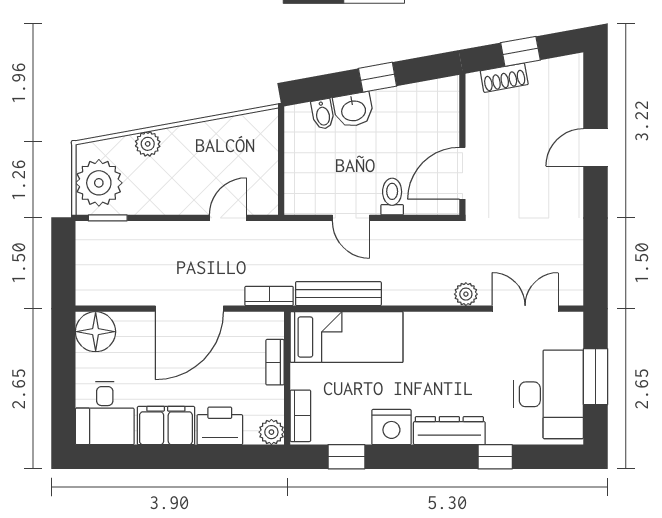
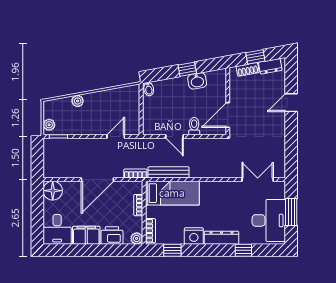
dresser: (552, 71) -> (270, 66), added
washbasin: (353, 110) -> (197, 81), moved
bidet: (323, 114) -> (149, 89), moved
plant: (99, 183) -> (49, 125), width x0.53, depth x0.53
plant: (466, 294) -> (229, 173), removed

